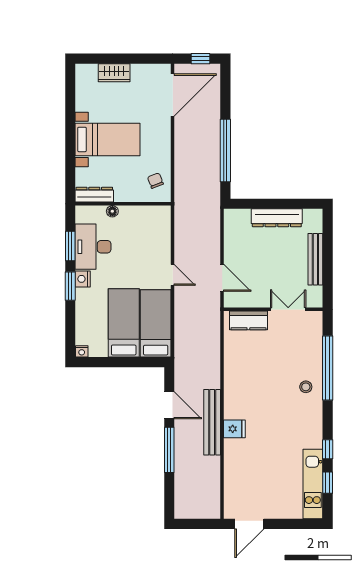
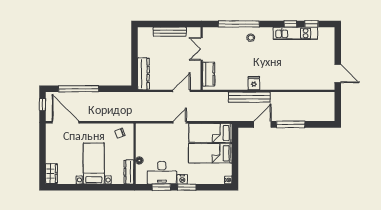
wardrobe: (114, 73) -> (51, 174), moved
window: (225, 150) -> (78, 89), moved
dresser: (277, 218) -> (143, 74), moved
bench: (212, 422) -> (249, 97), moved
fridge: (234, 429) -> (254, 83), moved
kitchen unit: (313, 484) -> (295, 33), moved

